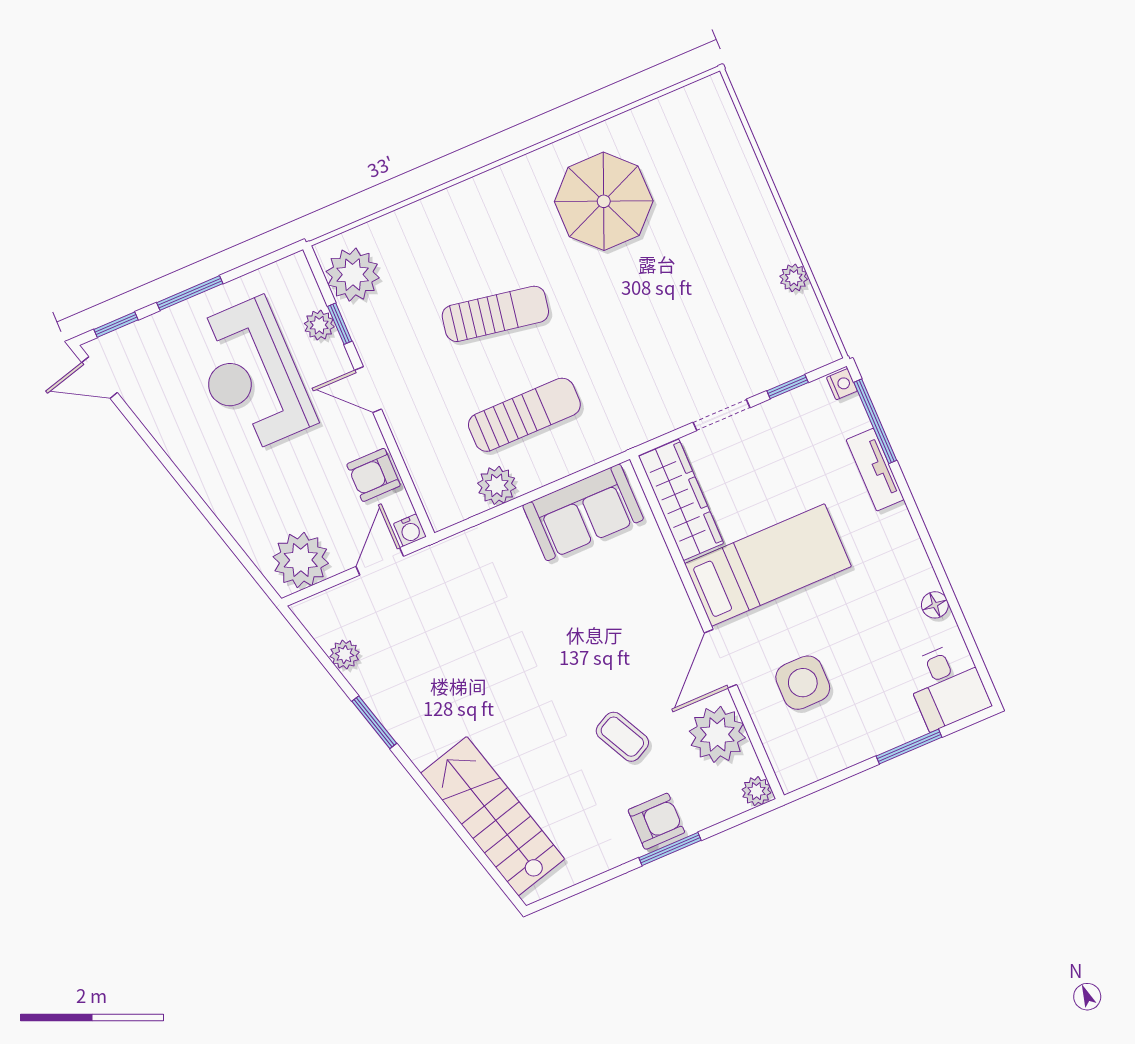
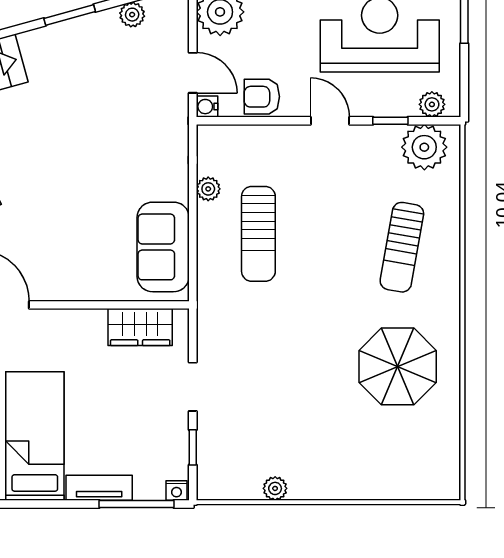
sun lounger: (495, 314) -> (402, 247), moved
plant: (319, 325) -> (432, 104), moved
door: (368, 390) -> (330, 121), hinge flipped
armchair: (374, 475) -> (262, 97), turned -90
plant: (497, 485) -> (208, 189), width x0.73, depth x0.73
wardrobe: (681, 500) -> (140, 327), width x0.67
bed: (768, 565) -> (35, 436), moved, turned 180

